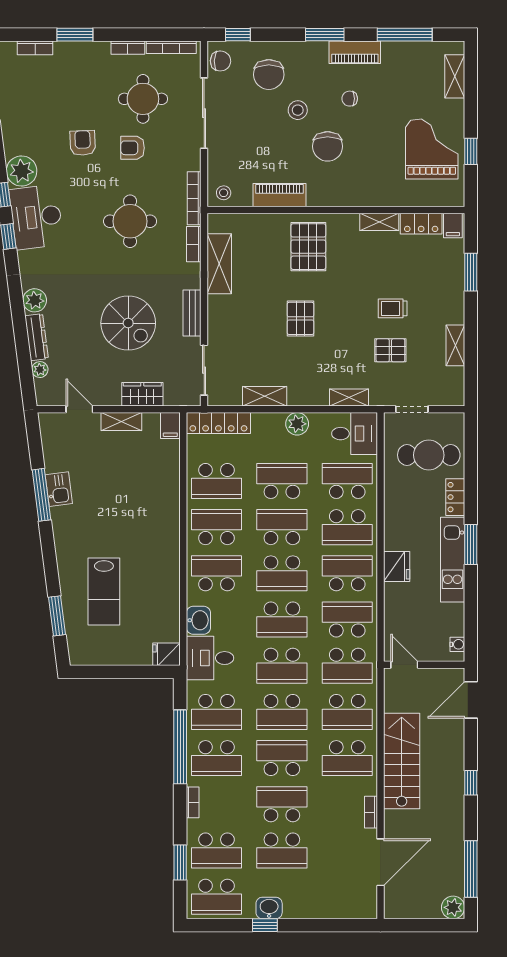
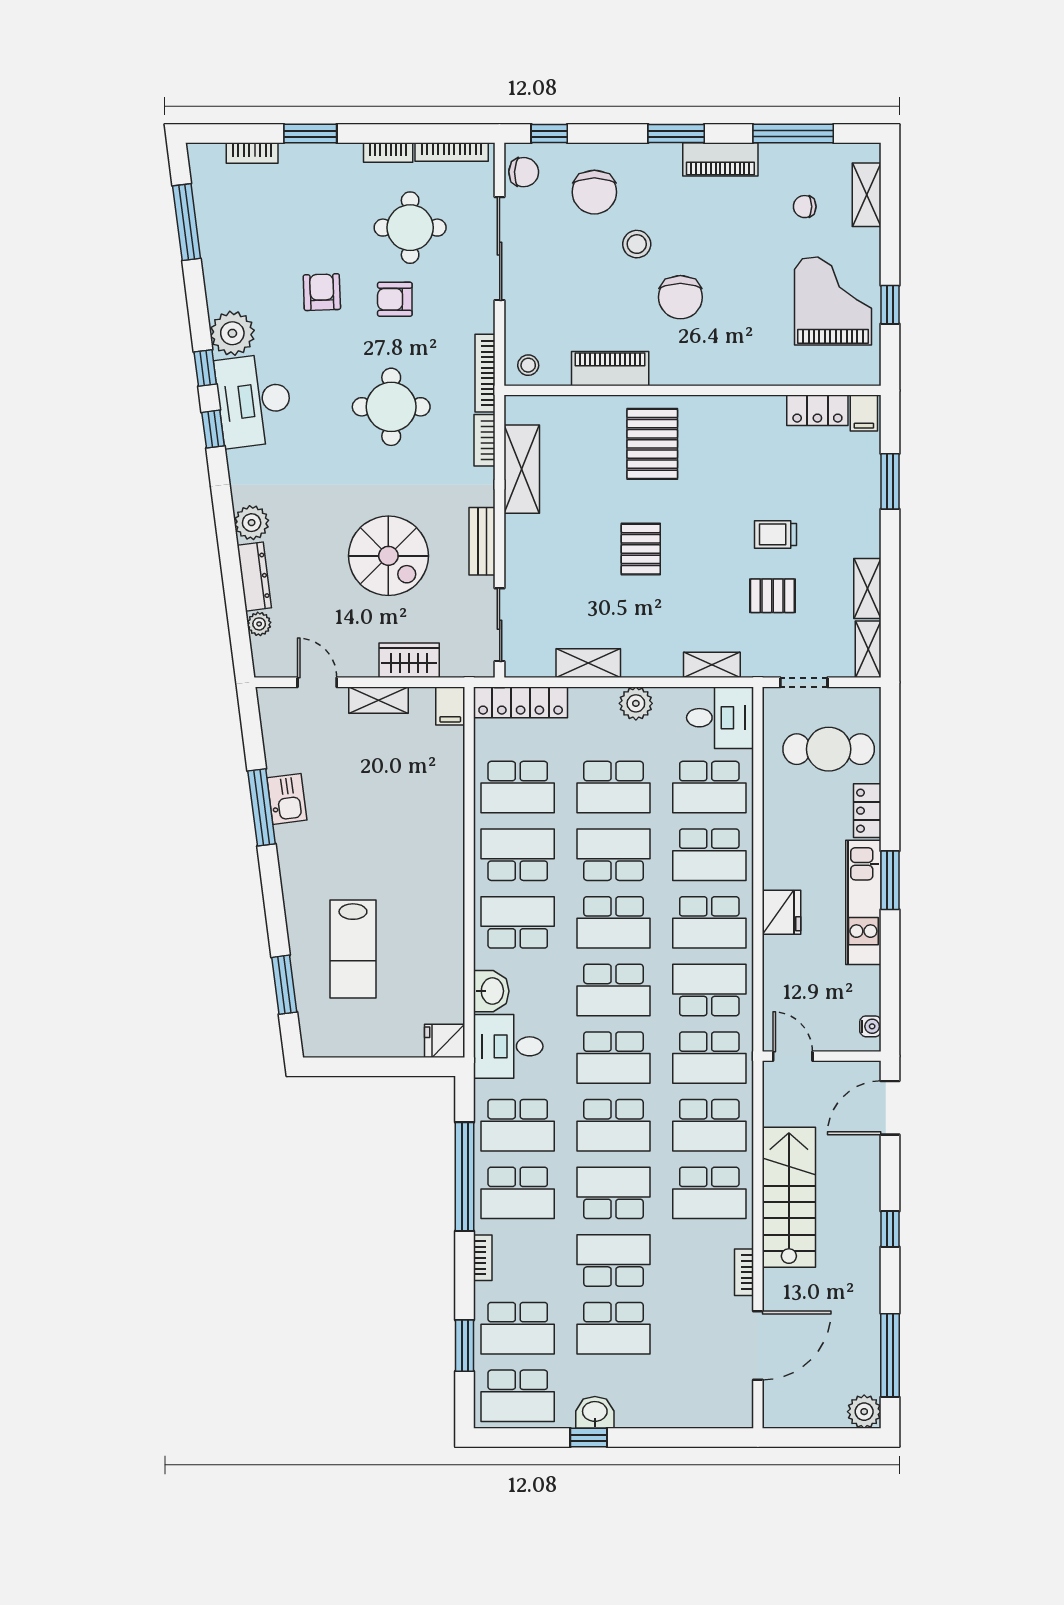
chair: (350, 99) -> (805, 207), moved
shelving: (379, 222) -> (868, 649), moved, turned 90
school desk: (282, 481) -> (614, 787), turned 180
school desk: (347, 481) -> (709, 787), turned 180
school desk: (347, 573) -> (709, 922), turned 180

